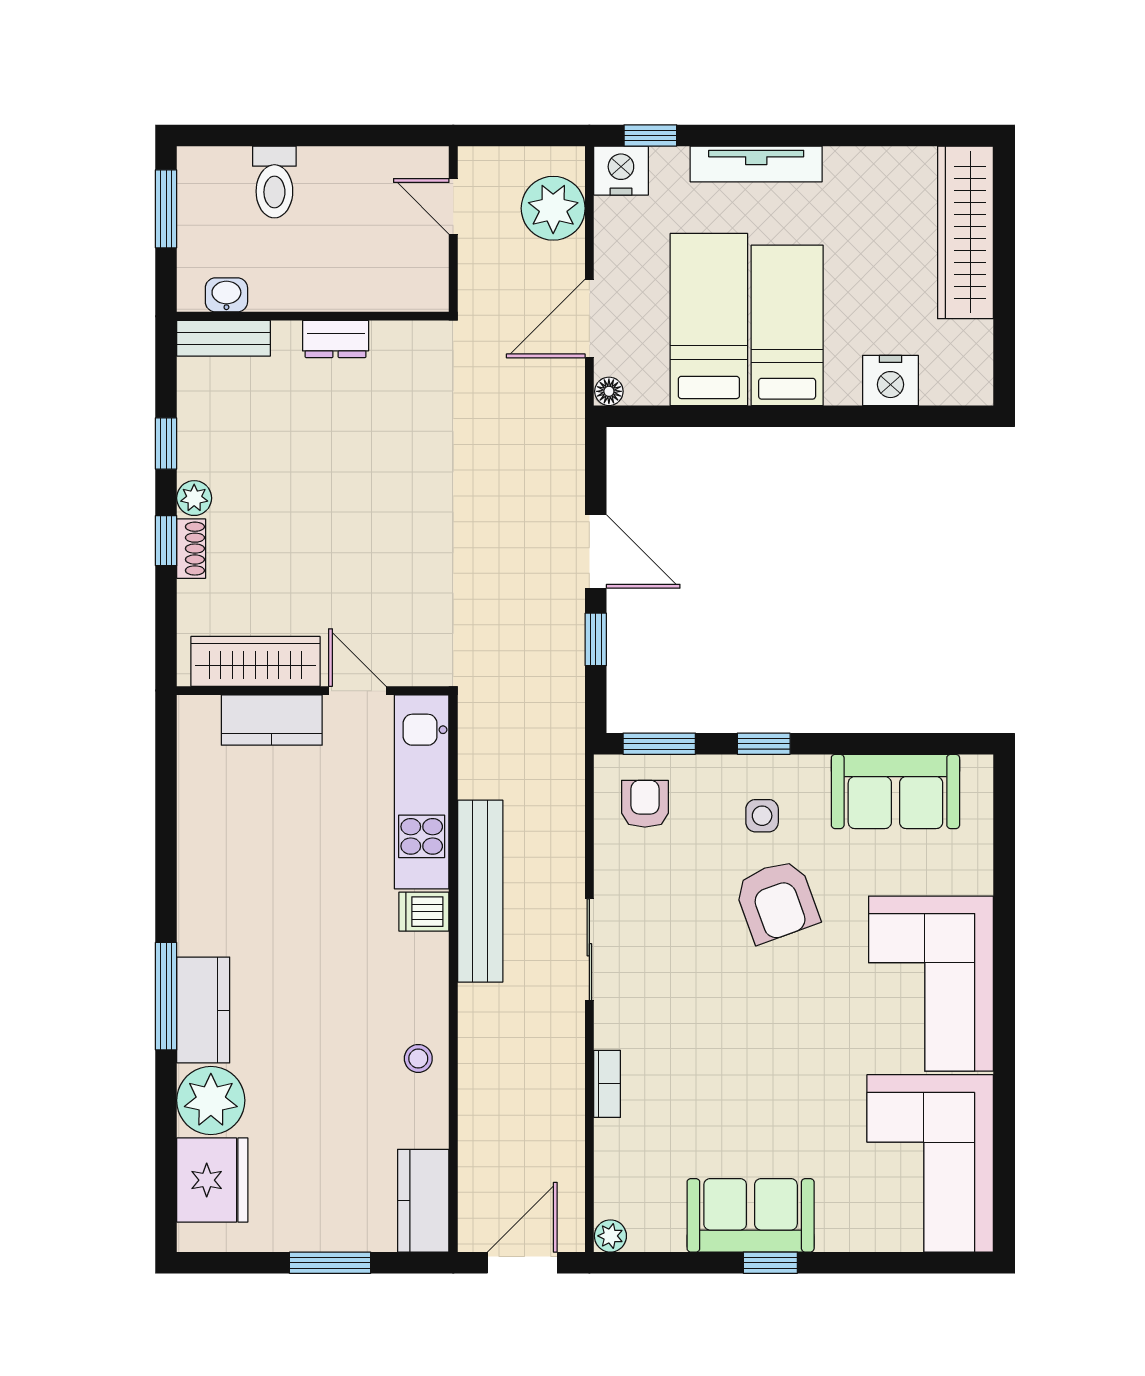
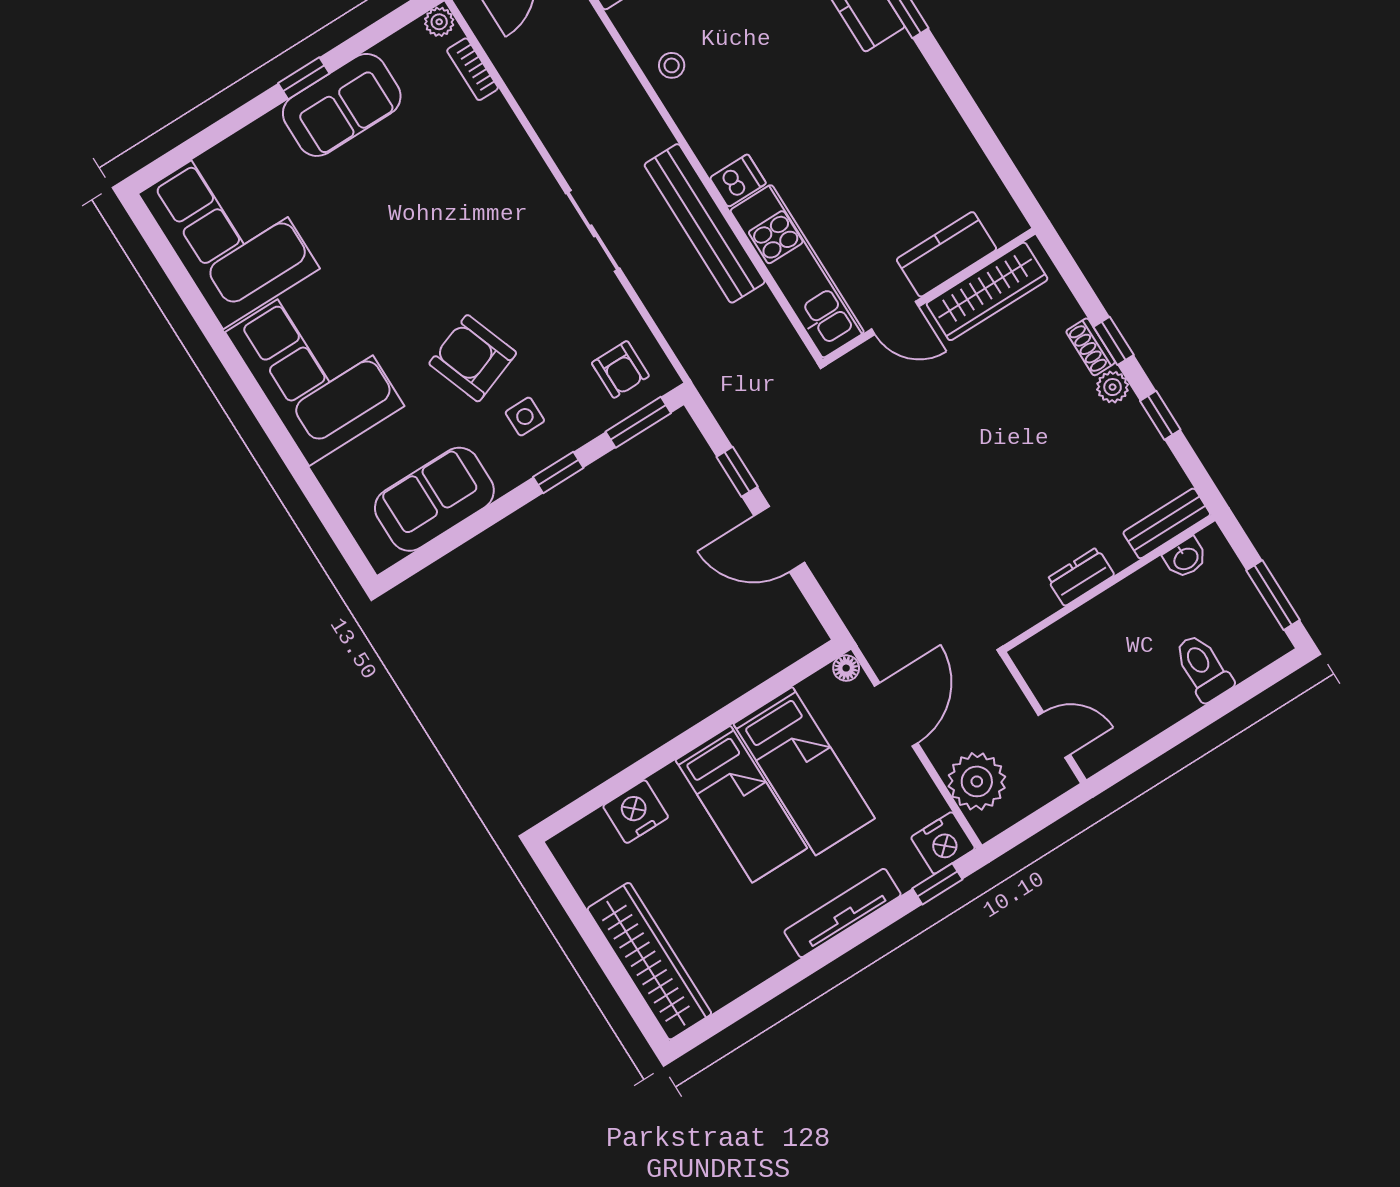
bookcase: (607, 1084) -> (473, 69), moved

